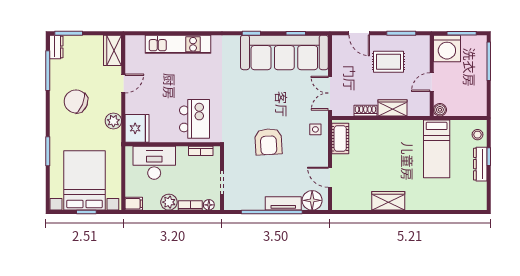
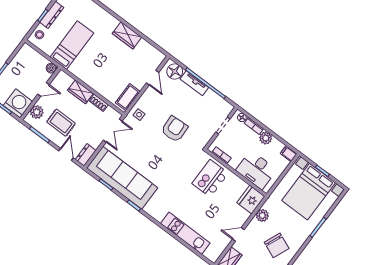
dresser: (339, 48) -> (86, 155), added
plant: (421, 54) -> (37, 112), added

